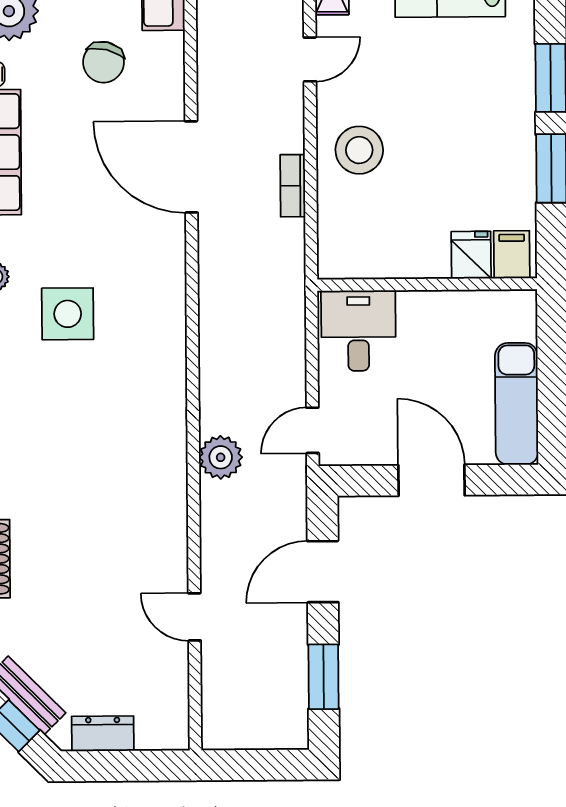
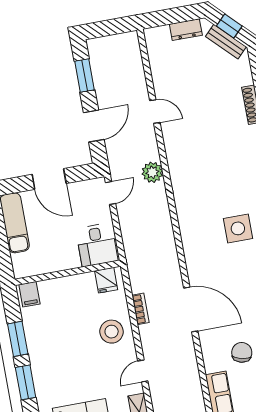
fridge: (471, 255) -> (106, 280), moved
door: (194, 617) -> (155, 112), moved

